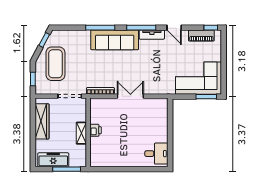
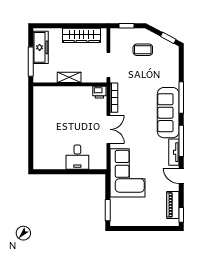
door: (174, 28) -> (181, 176), hinge flipped
coffee table: (55, 64) -> (143, 50), width x0.54, depth x0.58
corner sofa: (199, 78) -> (127, 173), moved
printer: (95, 130) -> (99, 92), moved
desk: (156, 154) -> (77, 157), moved

